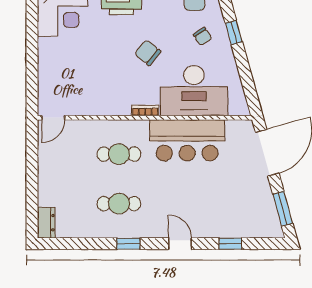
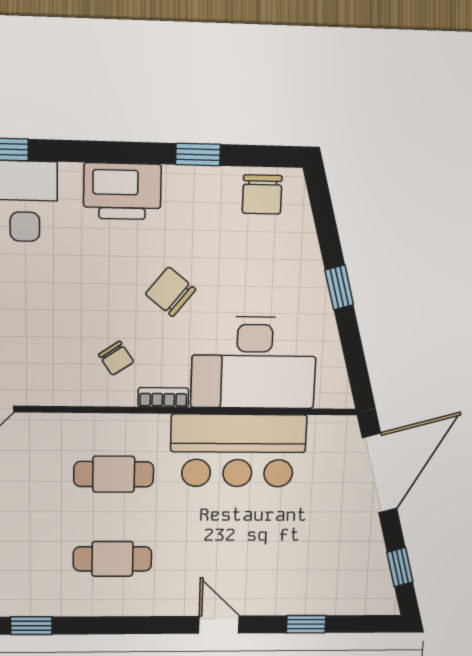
window: (234, 33) -> (339, 287), moved
chair: (203, 36) -> (116, 358), moved
window: (283, 209) -> (400, 567), width x0.67
window: (128, 244) -> (31, 626), moved

